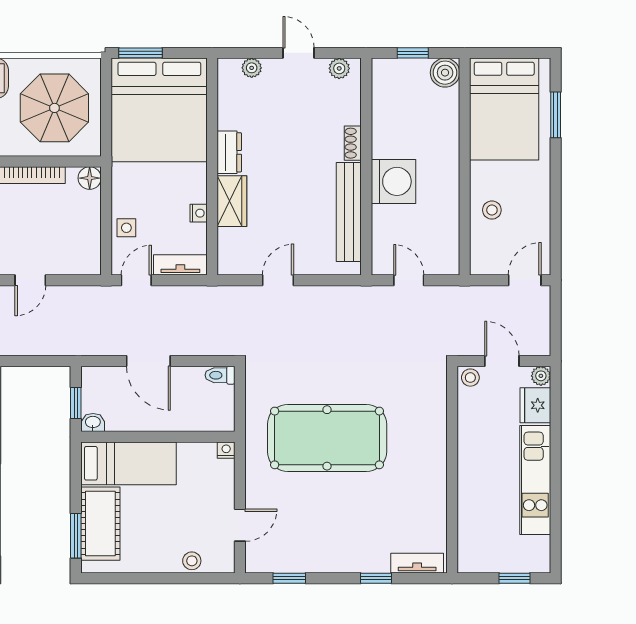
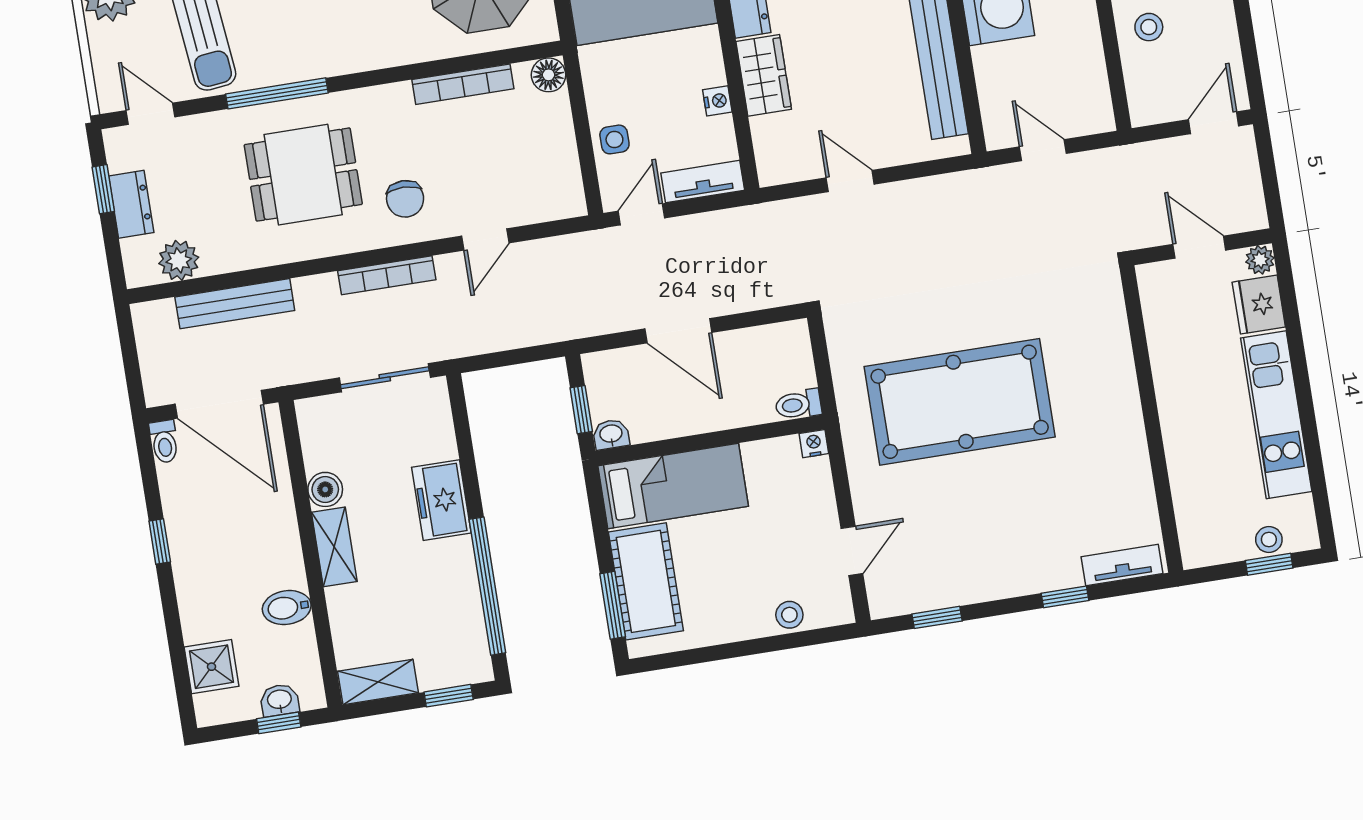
door: (278, 280) -> (850, 181), hinge flipped
toilet: (220, 375) -> (798, 404), moved
stool: (470, 378) -> (1269, 539), moved

